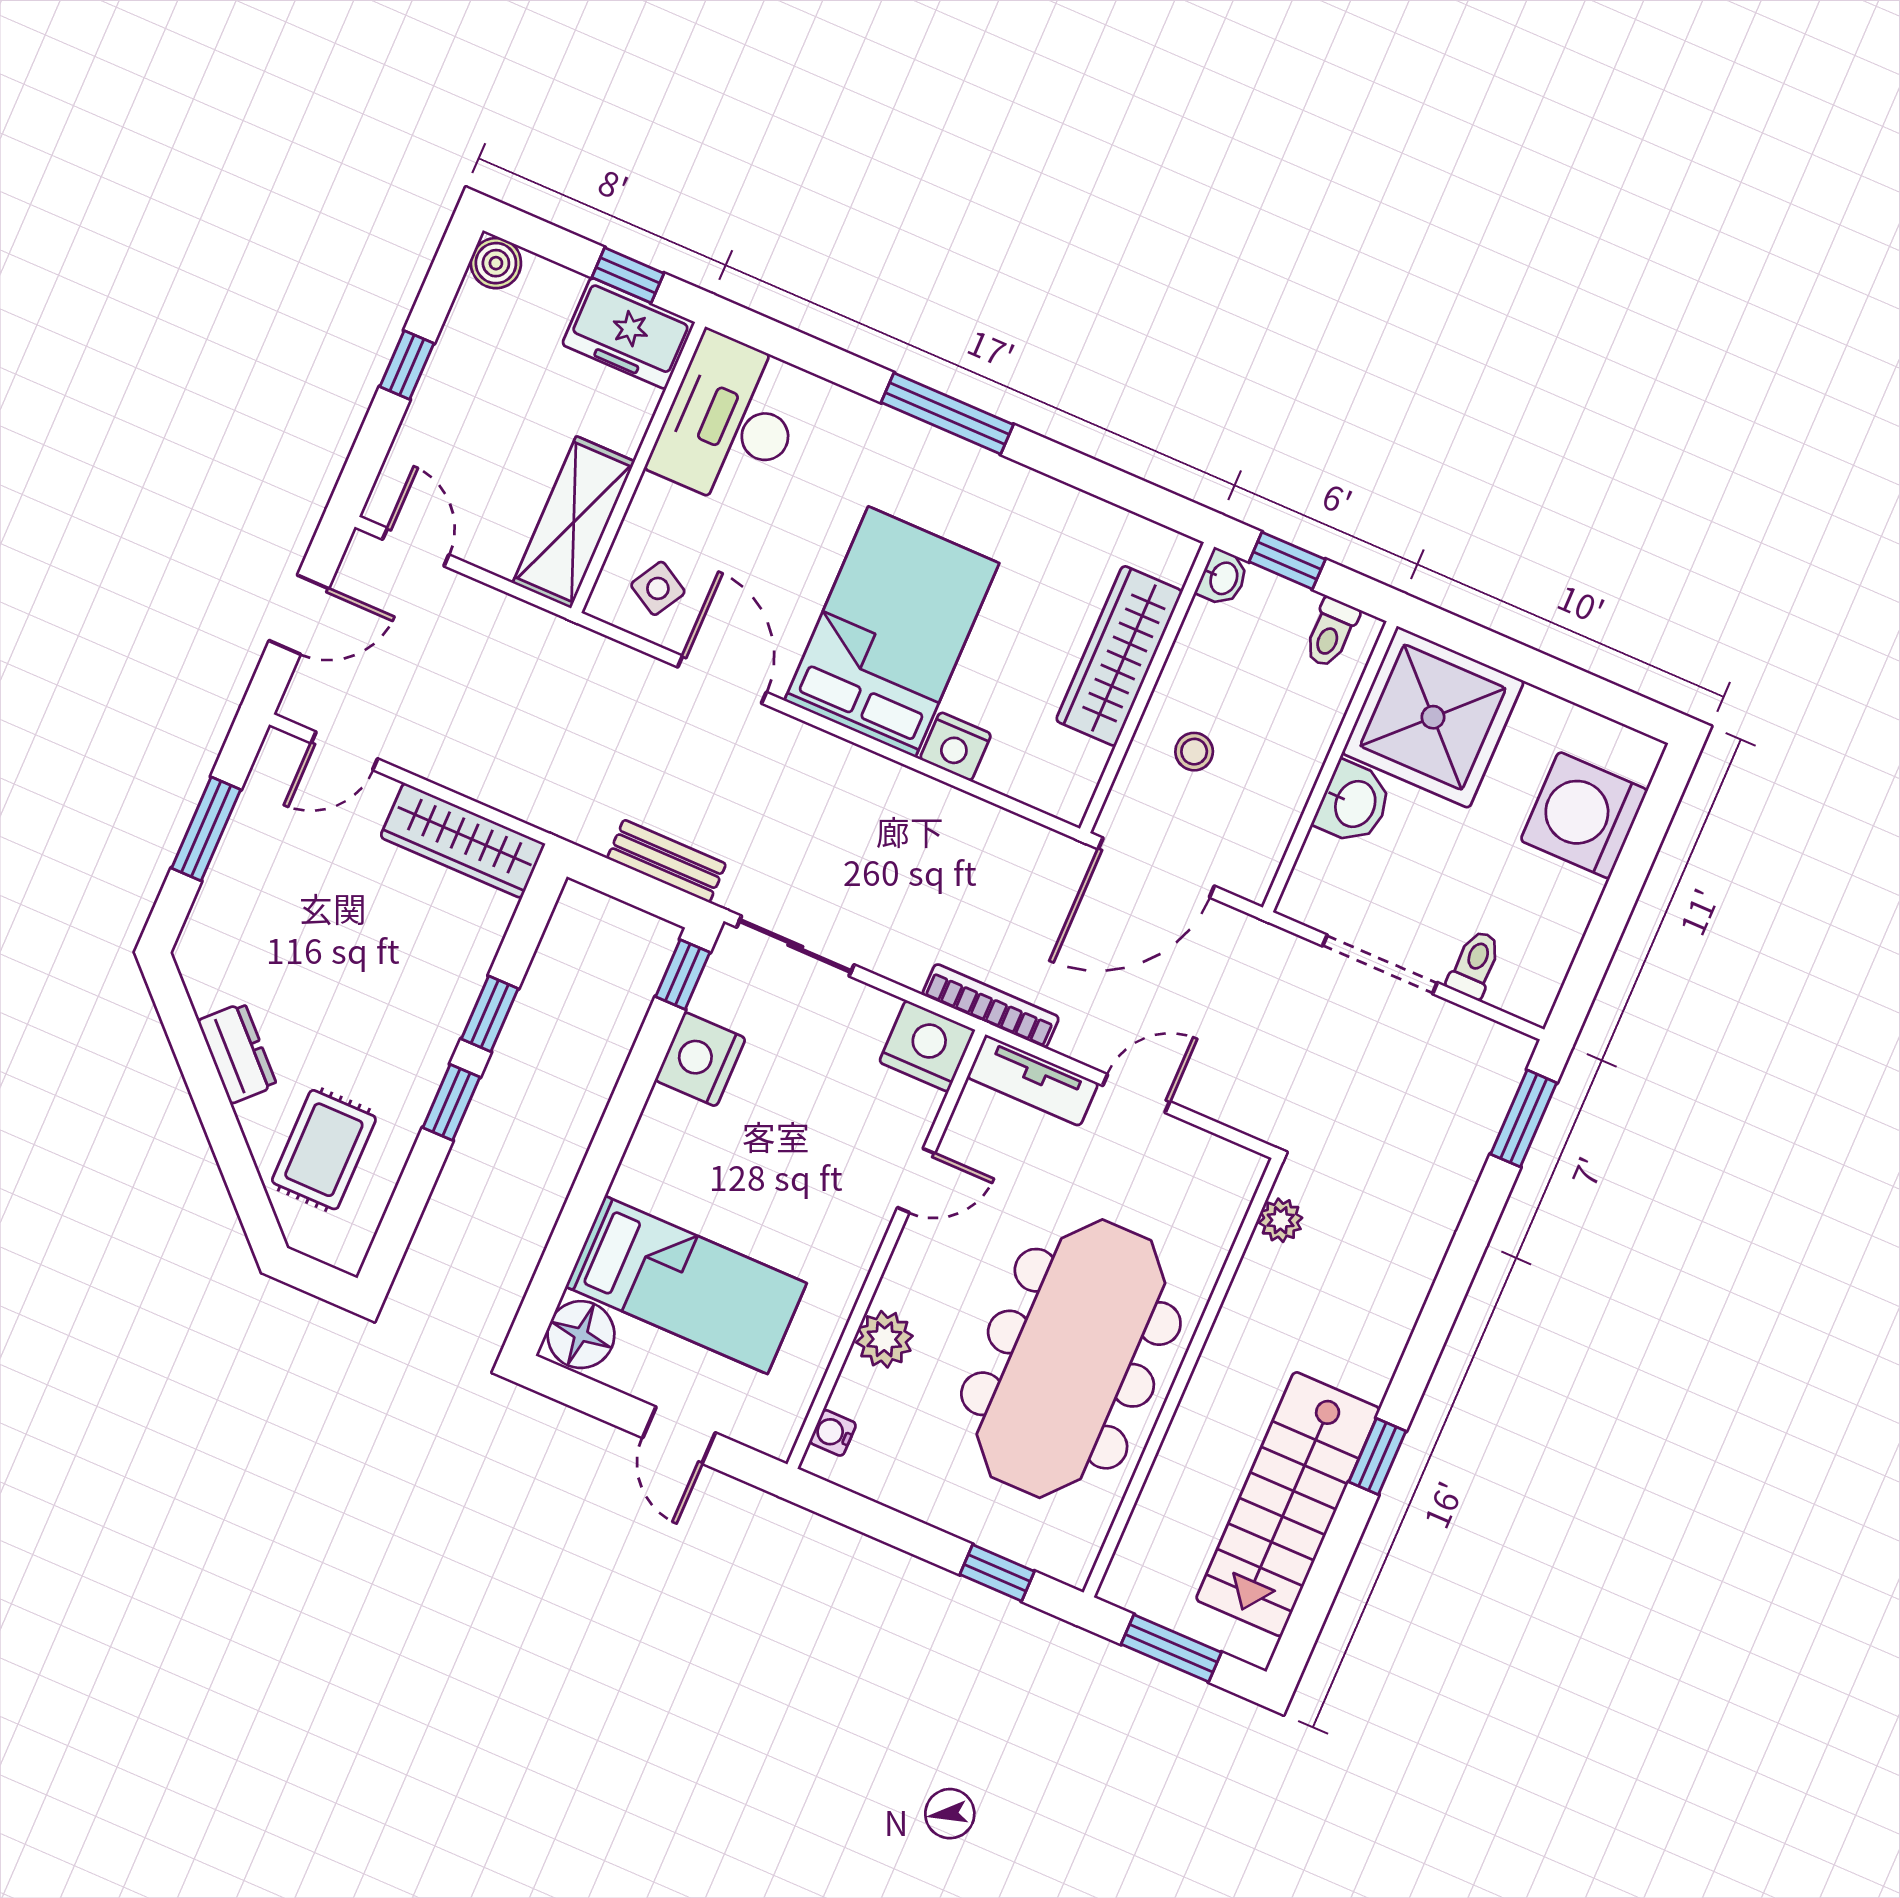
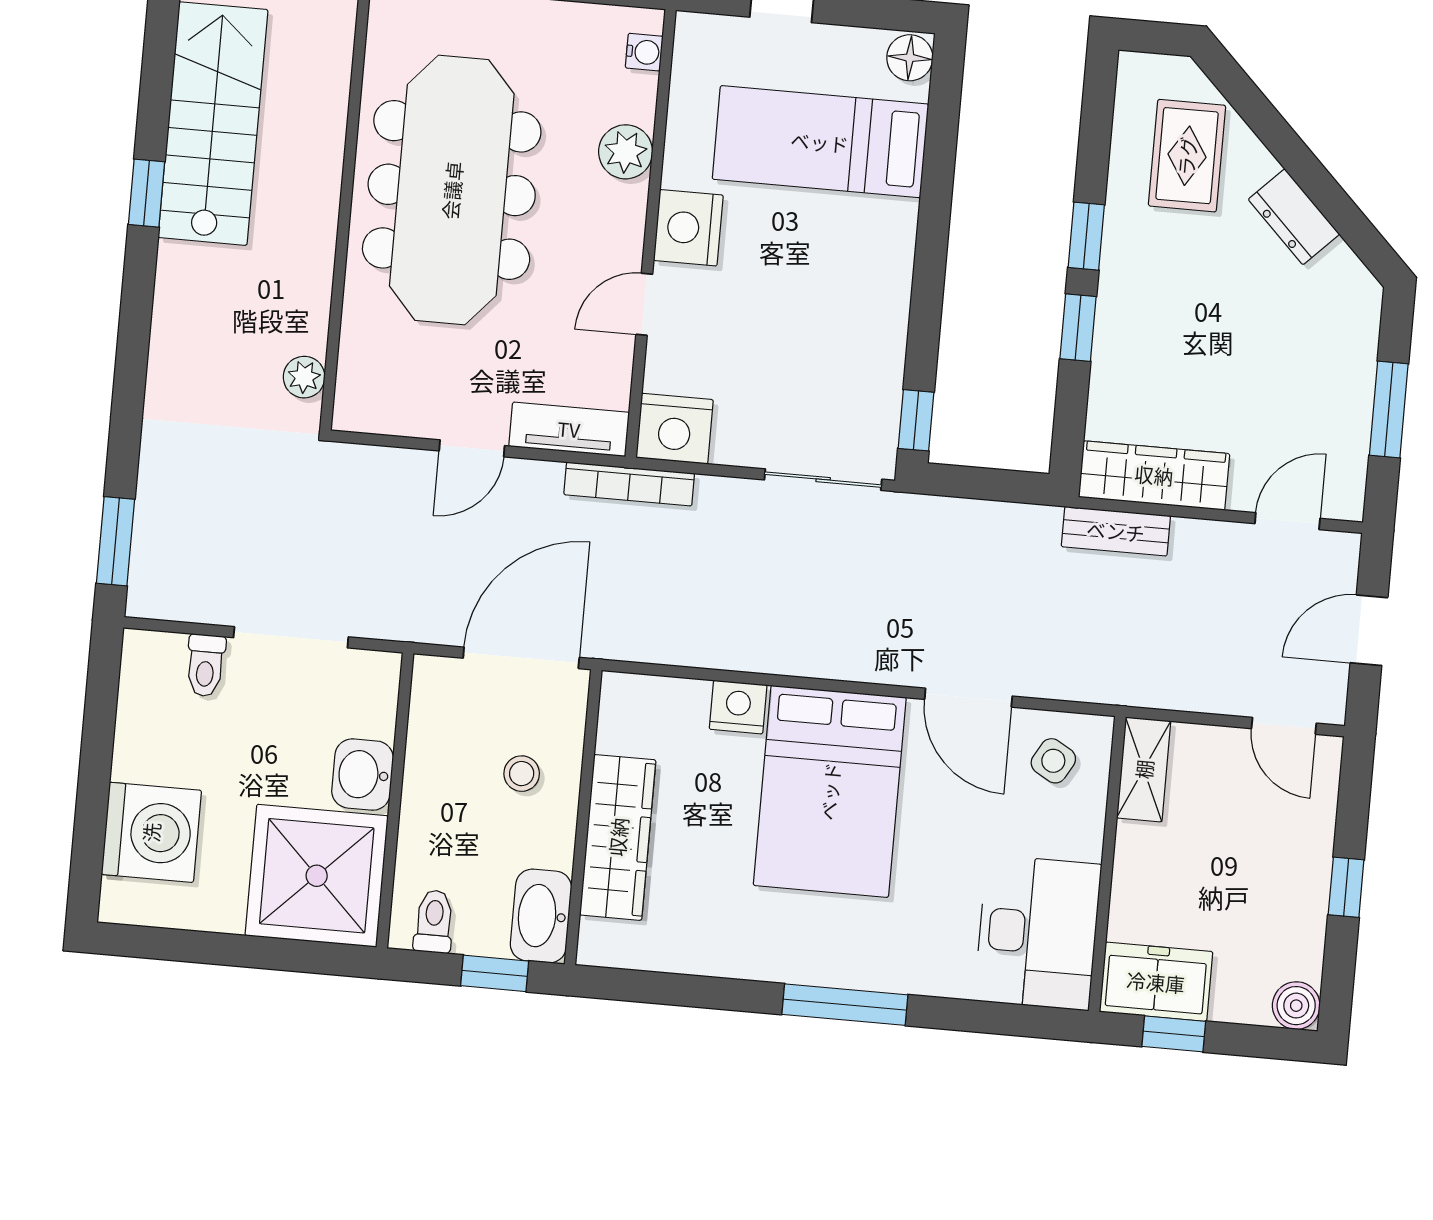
shelving: (574, 522) -> (1144, 769), width x0.67, depth x0.75
washbasin: (1223, 578) -> (541, 916), width x1.91, depth x1.45
bench: (667, 861) -> (1116, 531), moved
nightstand: (700, 1059) -> (688, 228), moved, turned 180
floor lamp: (581, 1335) -> (910, 58), width x0.73, depth x0.73

